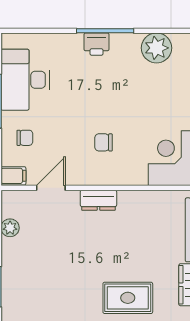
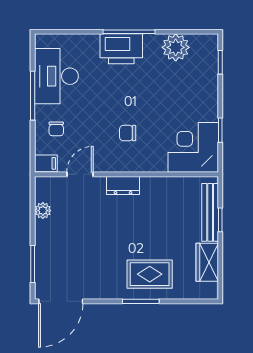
printer: (97, 44) -> (121, 49), width x1.87, depth x1.48
chair: (25, 138) -> (56, 129), turned 90

